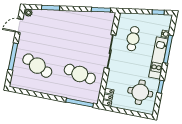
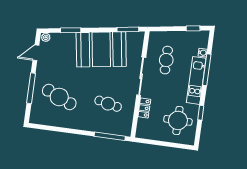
booth: (76, 26) -> (101, 49), added
cafe table: (80, 74) -> (108, 104), width x0.73, depth x0.74
locker: (108, 97) -> (144, 108), moved

